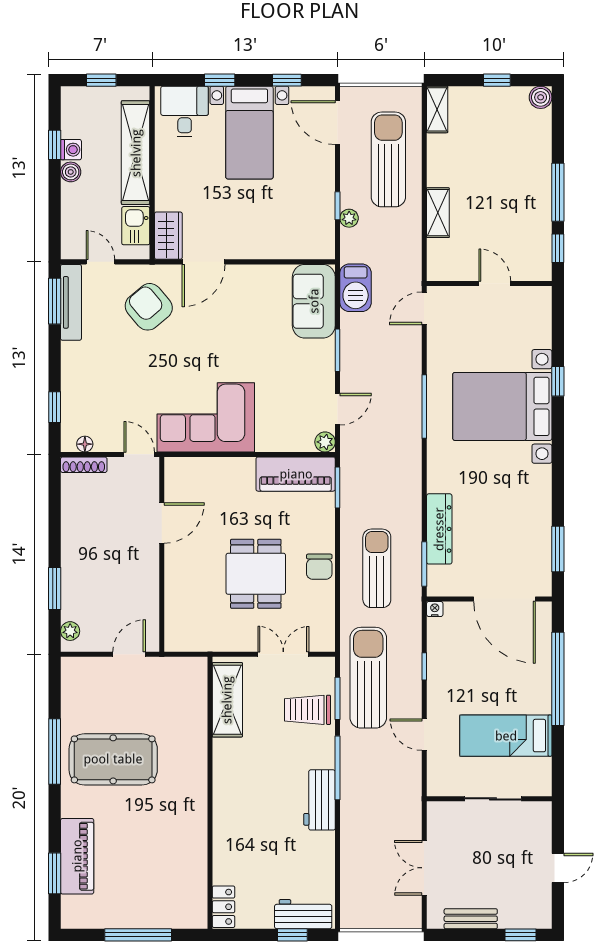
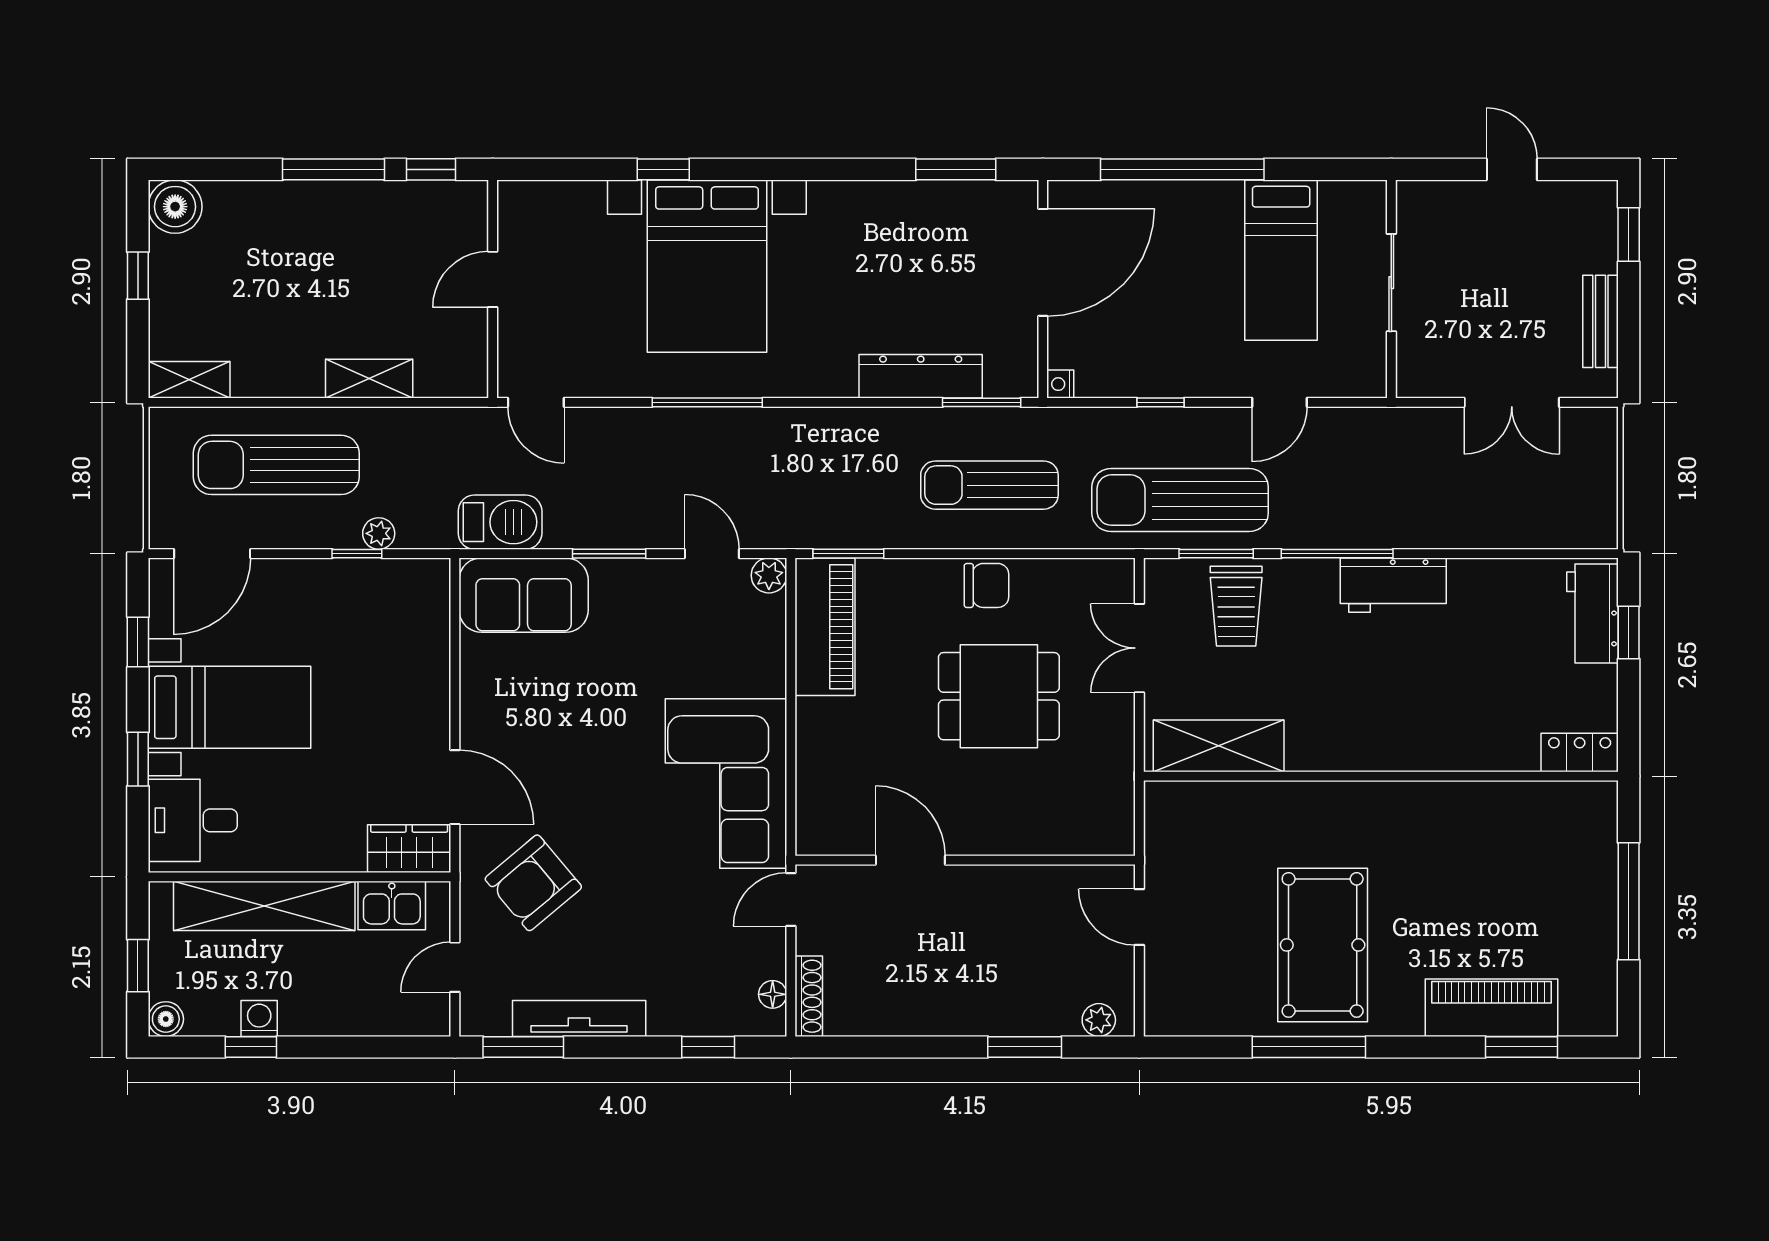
boiler: (541, 97) -> (175, 207), width x1.36, depth x1.36
boiler: (71, 172) -> (166, 1019), moved
tv unit: (71, 302) -> (579, 1018), moved

